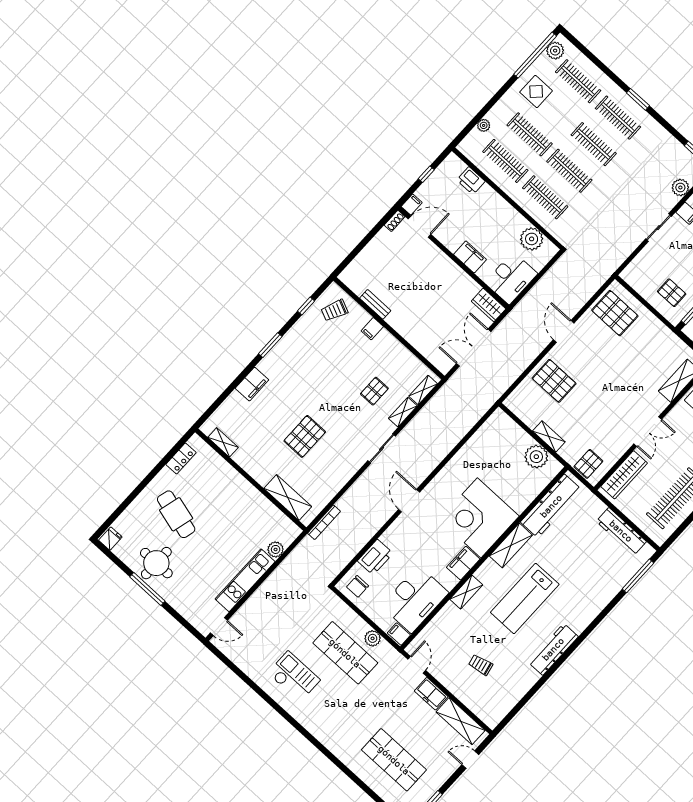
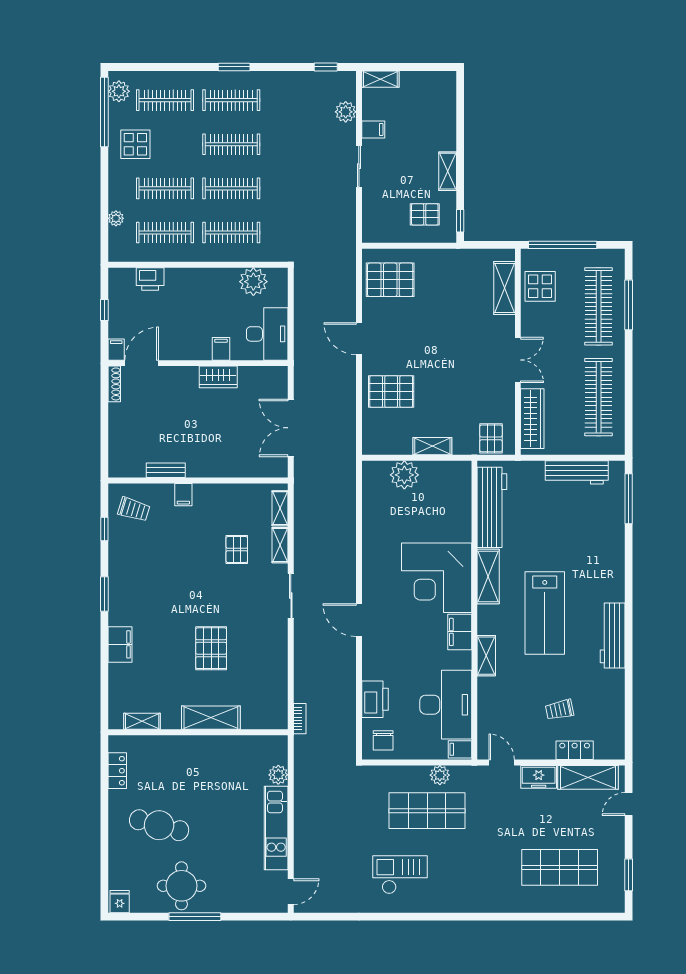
shoe rack: (395, 221) -> (114, 384), width x1.43
filing cabinet: (470, 257) -> (221, 349), width x0.50
wardrobe: (489, 305) -> (218, 377), moved
trolley: (334, 310) -> (134, 509), turned -97
plant: (536, 457) -> (404, 475), moved
shelving: (288, 498) -> (211, 718), moved
bookcase: (324, 522) -> (300, 719), width x0.64
locker: (467, 698) -> (575, 750), added

